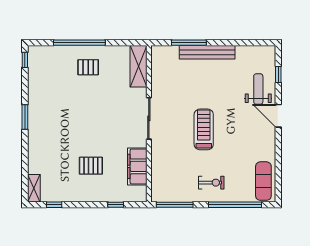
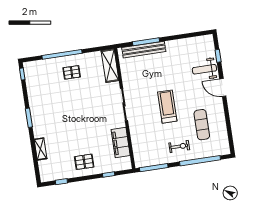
bench: (207, 52) -> (144, 50), moved
weight bench: (258, 89) -> (204, 69), turned -90
pallet: (91, 166) -> (84, 162), moved
exercise mat: (263, 181) -> (202, 125), moved
shelving: (34, 188) -> (41, 149), moved

